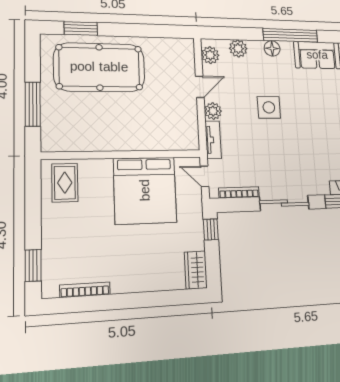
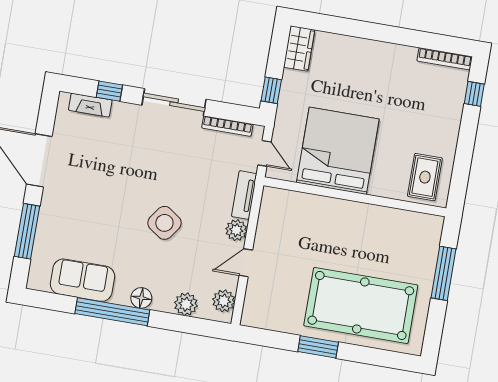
window: (81, 29) -> (318, 347), moved
side table: (269, 107) -> (164, 223), turned 35
window: (33, 265) -> (474, 94), width x0.67
bookcase: (85, 290) -> (445, 59), moved

